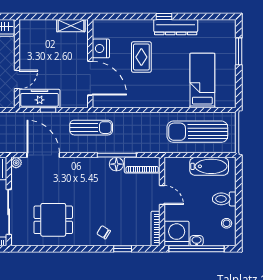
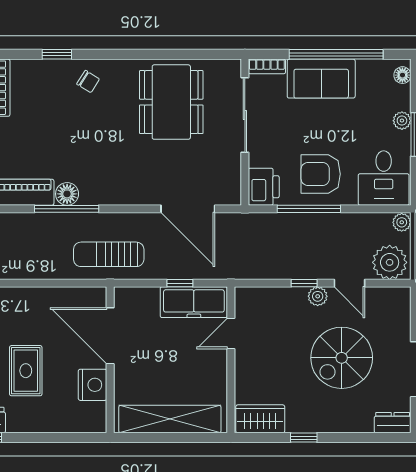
shelving: (71, 26) -> (170, 419), width x2.20, depth x1.33
plant: (16, 163) -> (232, 196), removed
dining table: (53, 220) -> (171, 102), width x1.38

